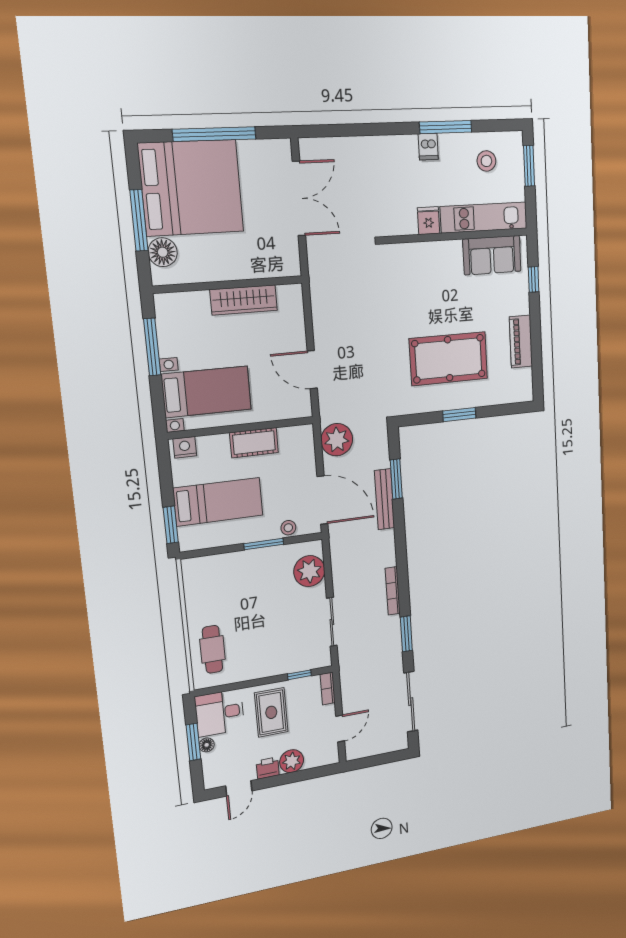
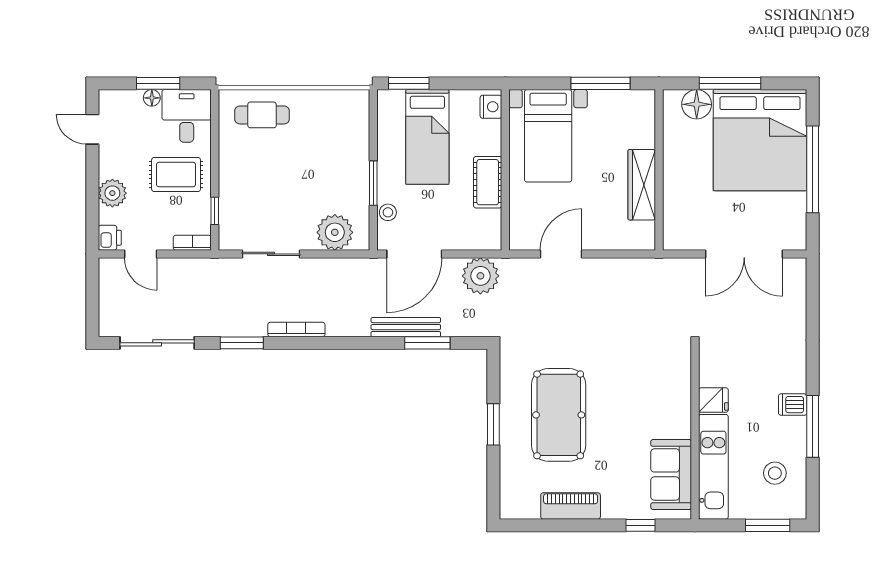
printer: (268, 768) -> (110, 238), moved

